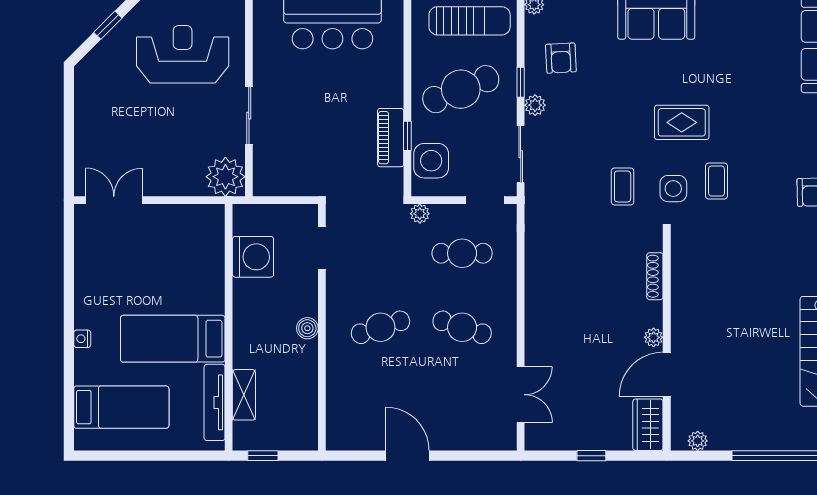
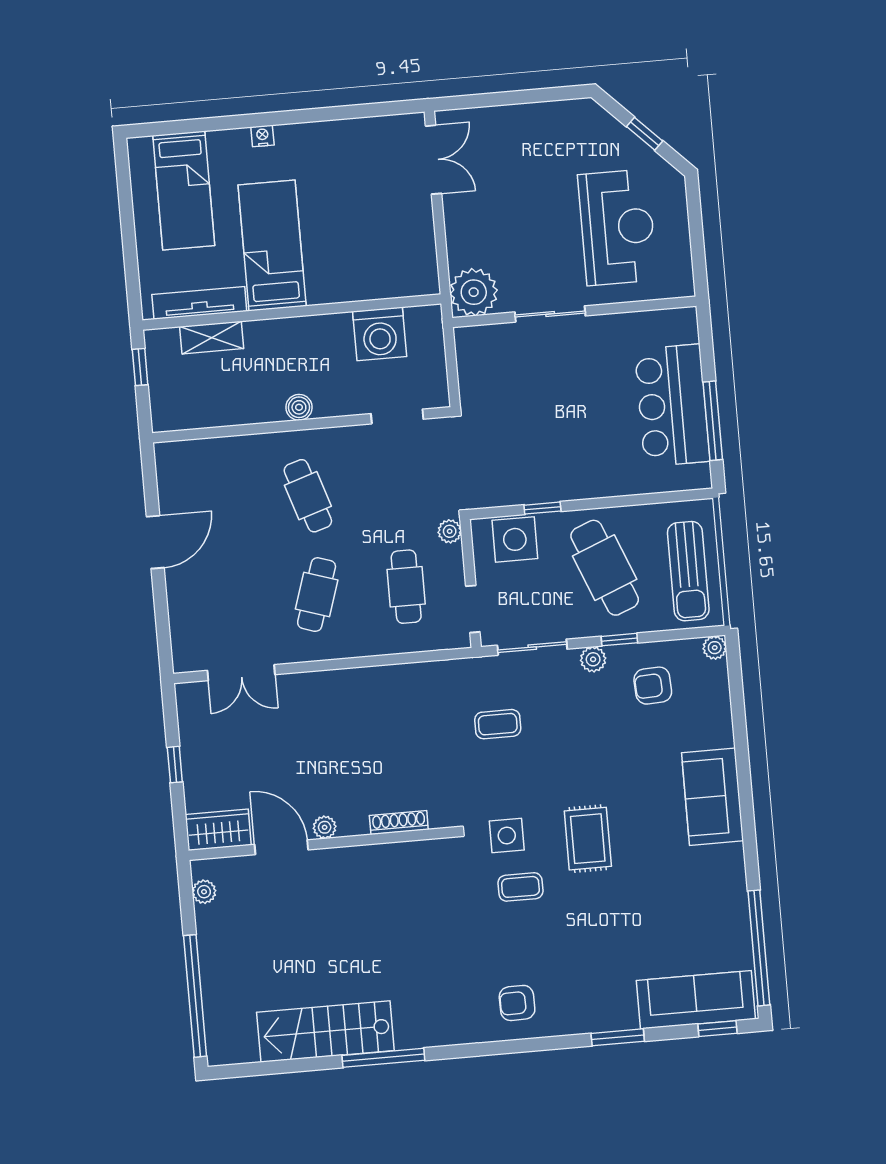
piano: (391, 138) -> (539, 488), removed
coffee table: (623, 186) -> (498, 724), moved

